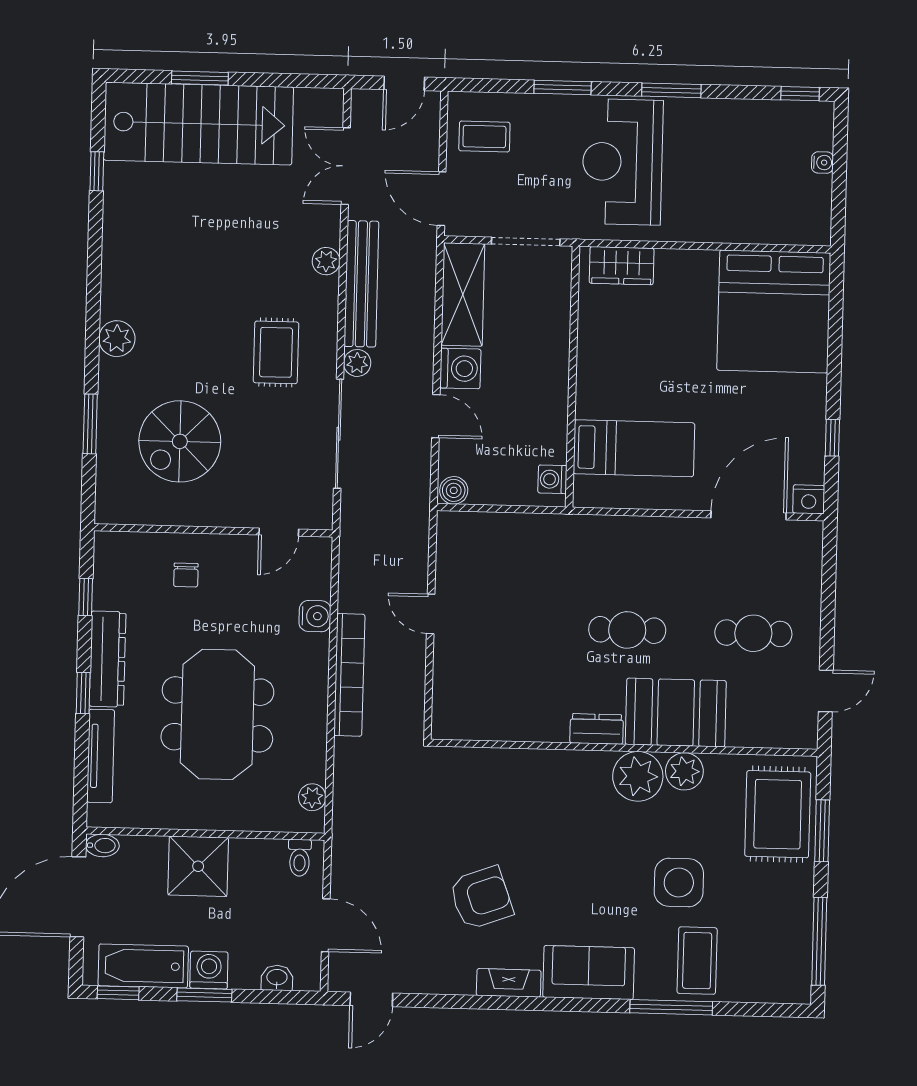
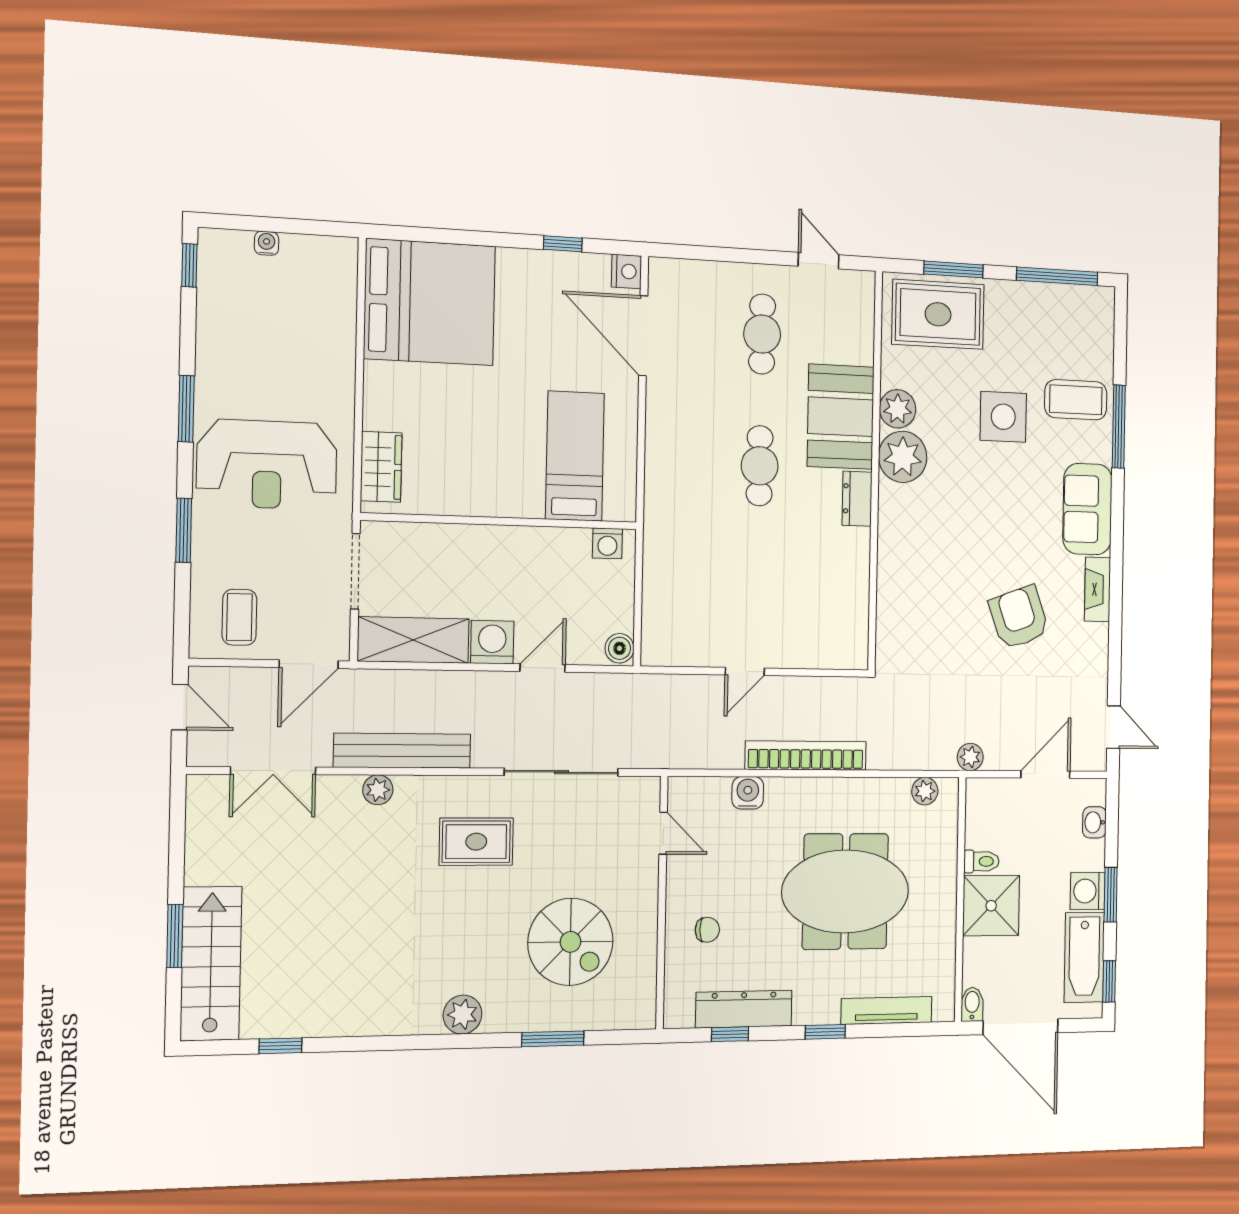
stairs: (199, 124) -> (211, 963), width x0.73, depth x0.66
plant: (357, 363) -> (970, 757), moved
dresser: (108, 659) -> (744, 1009), moved
toilet: (300, 858) -> (981, 861), moved

